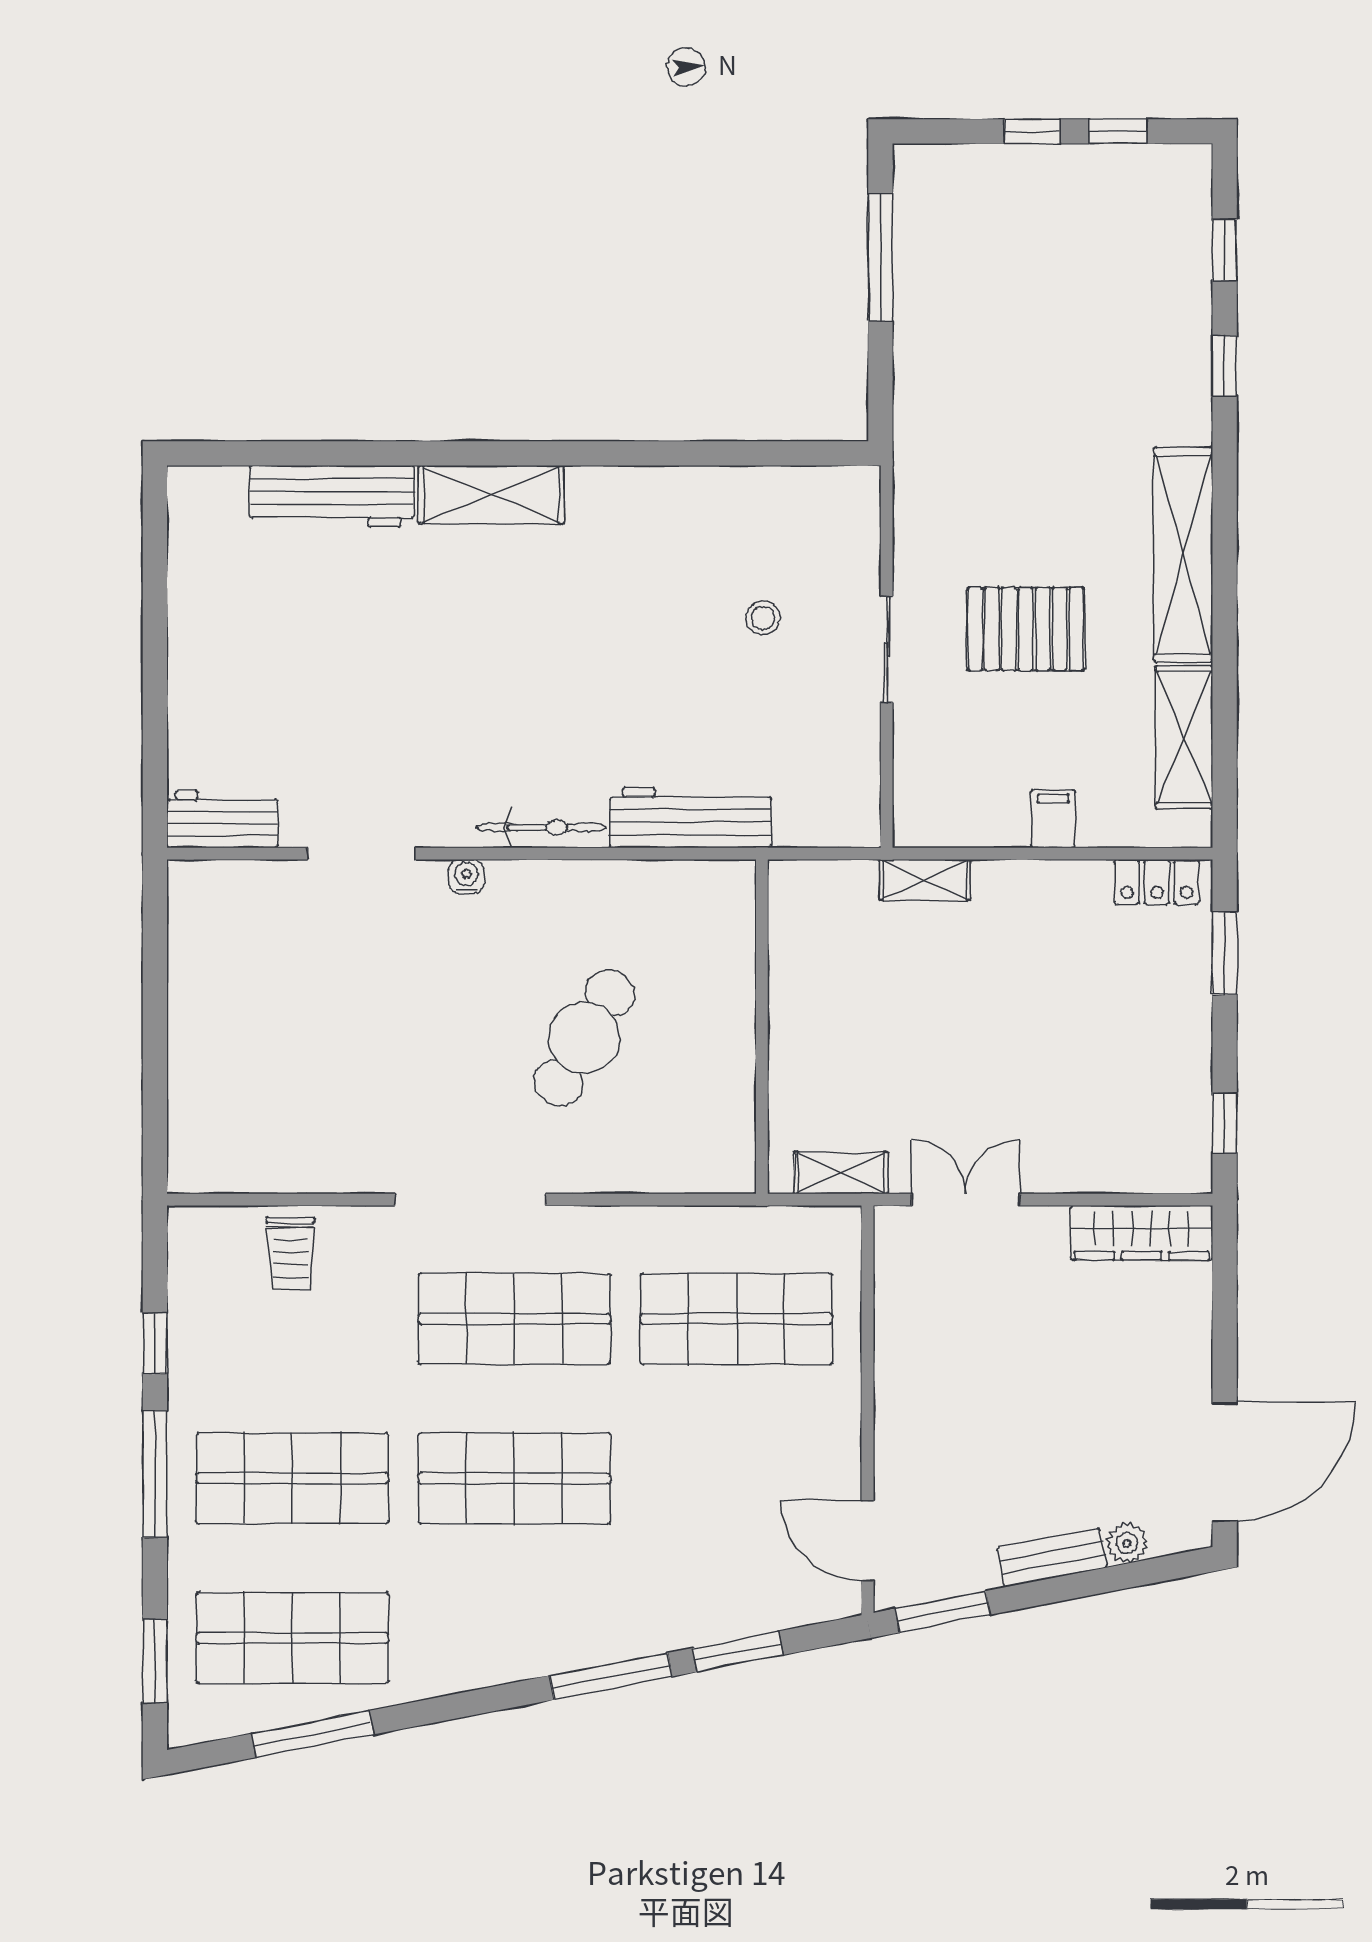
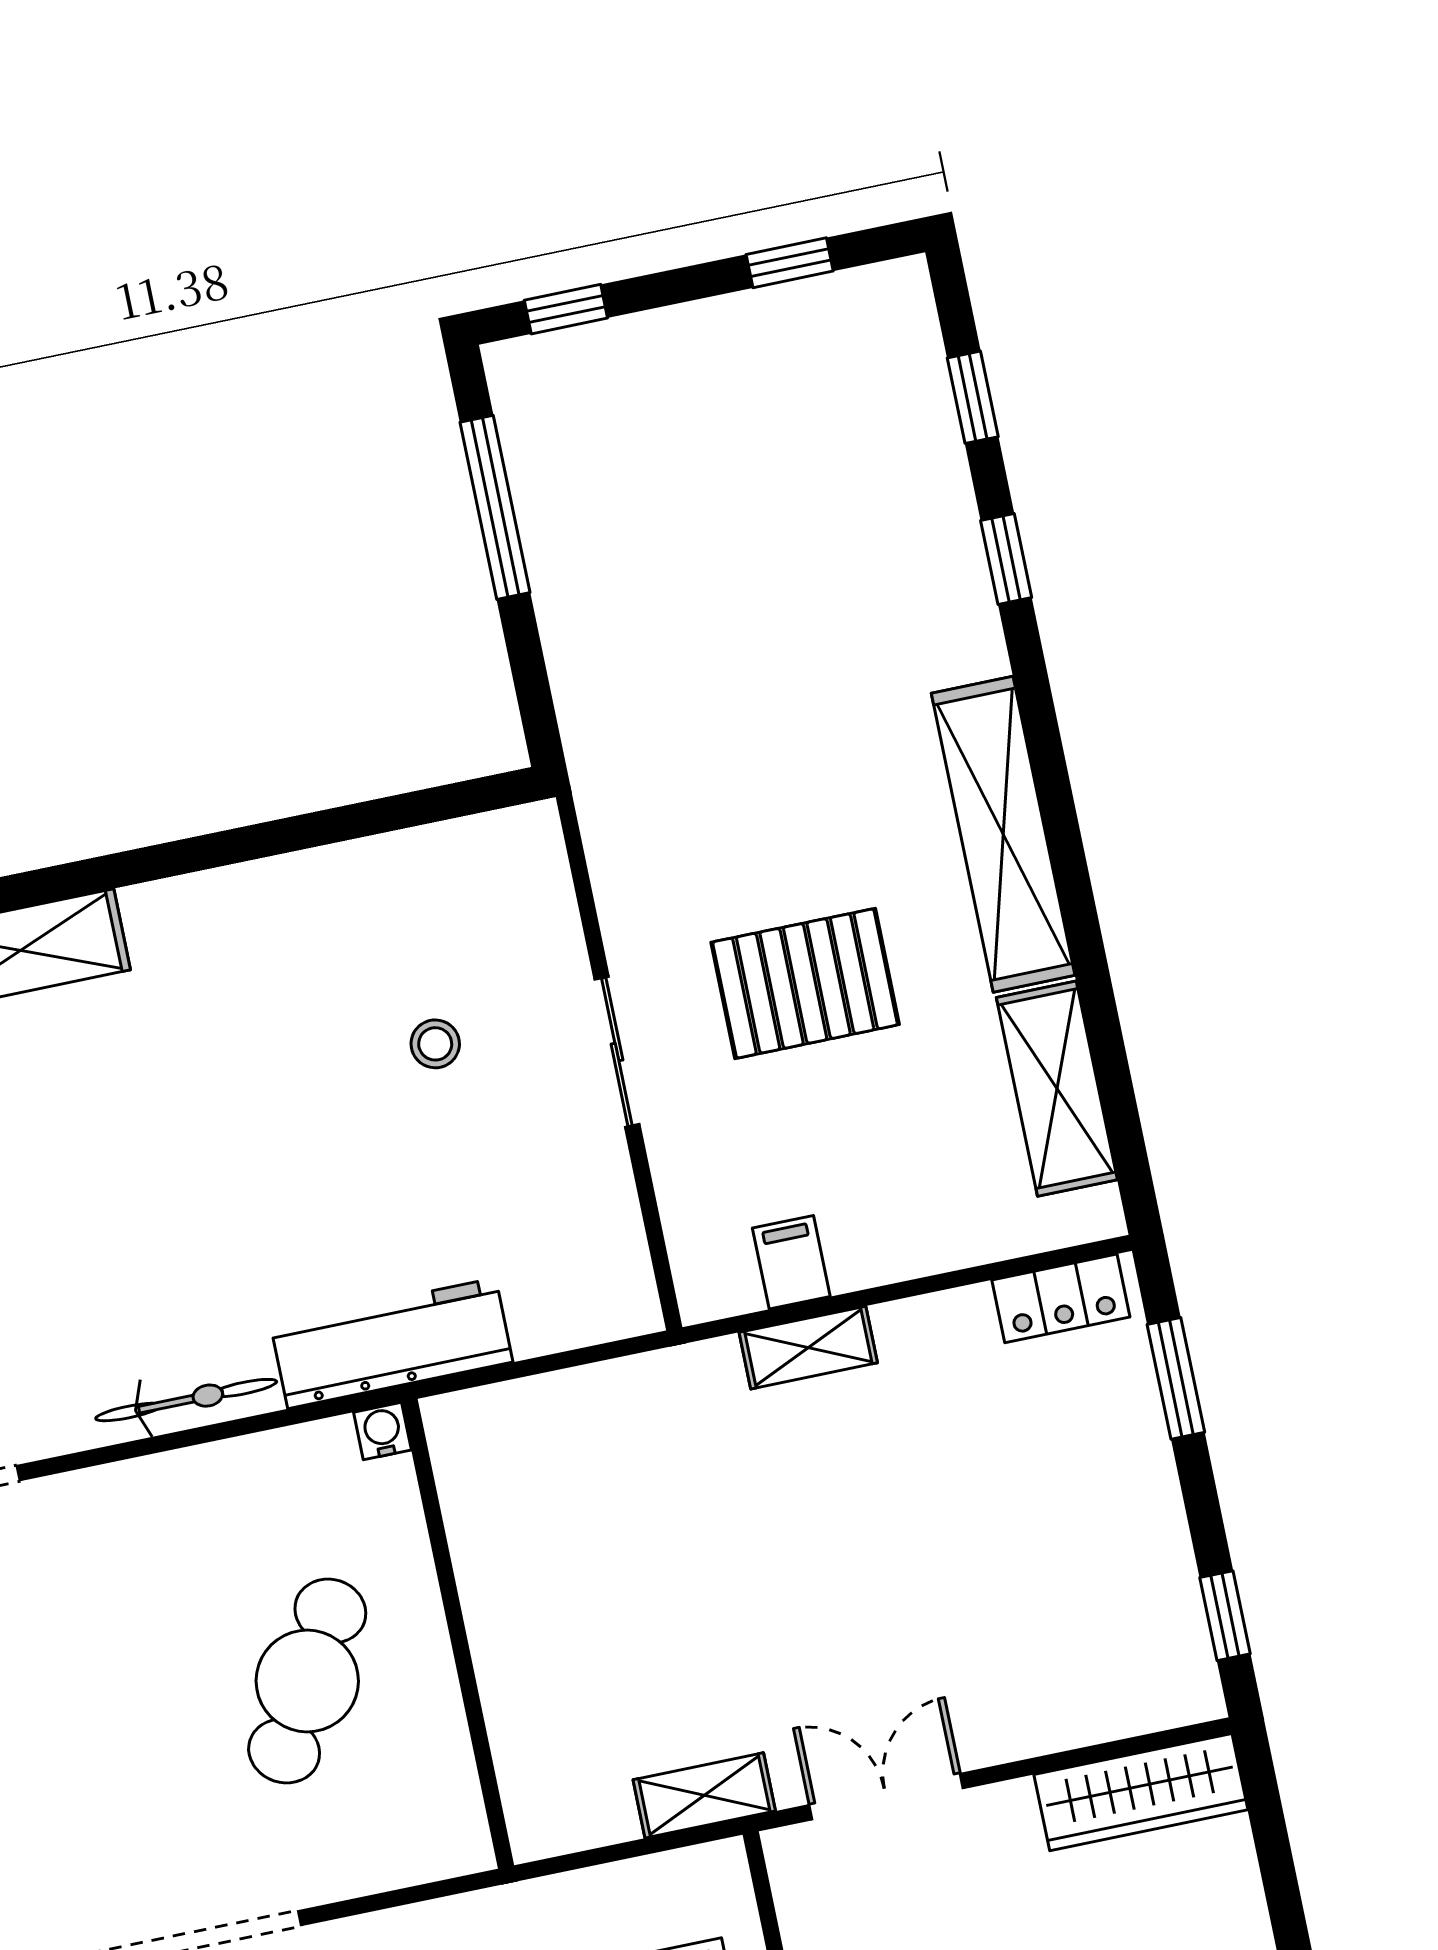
window: (1032, 131) -> (566, 309), moved
filing cabinet: (1053, 819) -> (791, 1262), moved
water cooler: (466, 877) -> (382, 1431), moved
shelving: (925, 880) -> (808, 1348), moved
wall: (762, 1027) -> (458, 1634), moved

